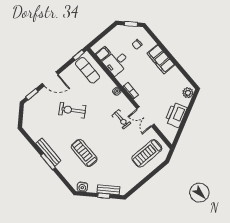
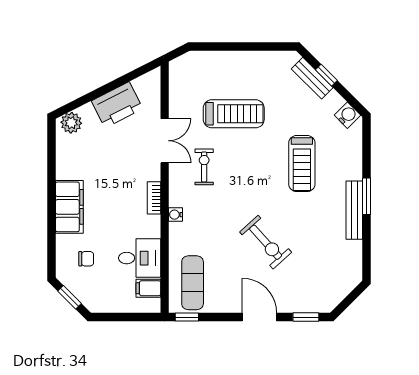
treadmill: (147, 153) -> (234, 114), moved

